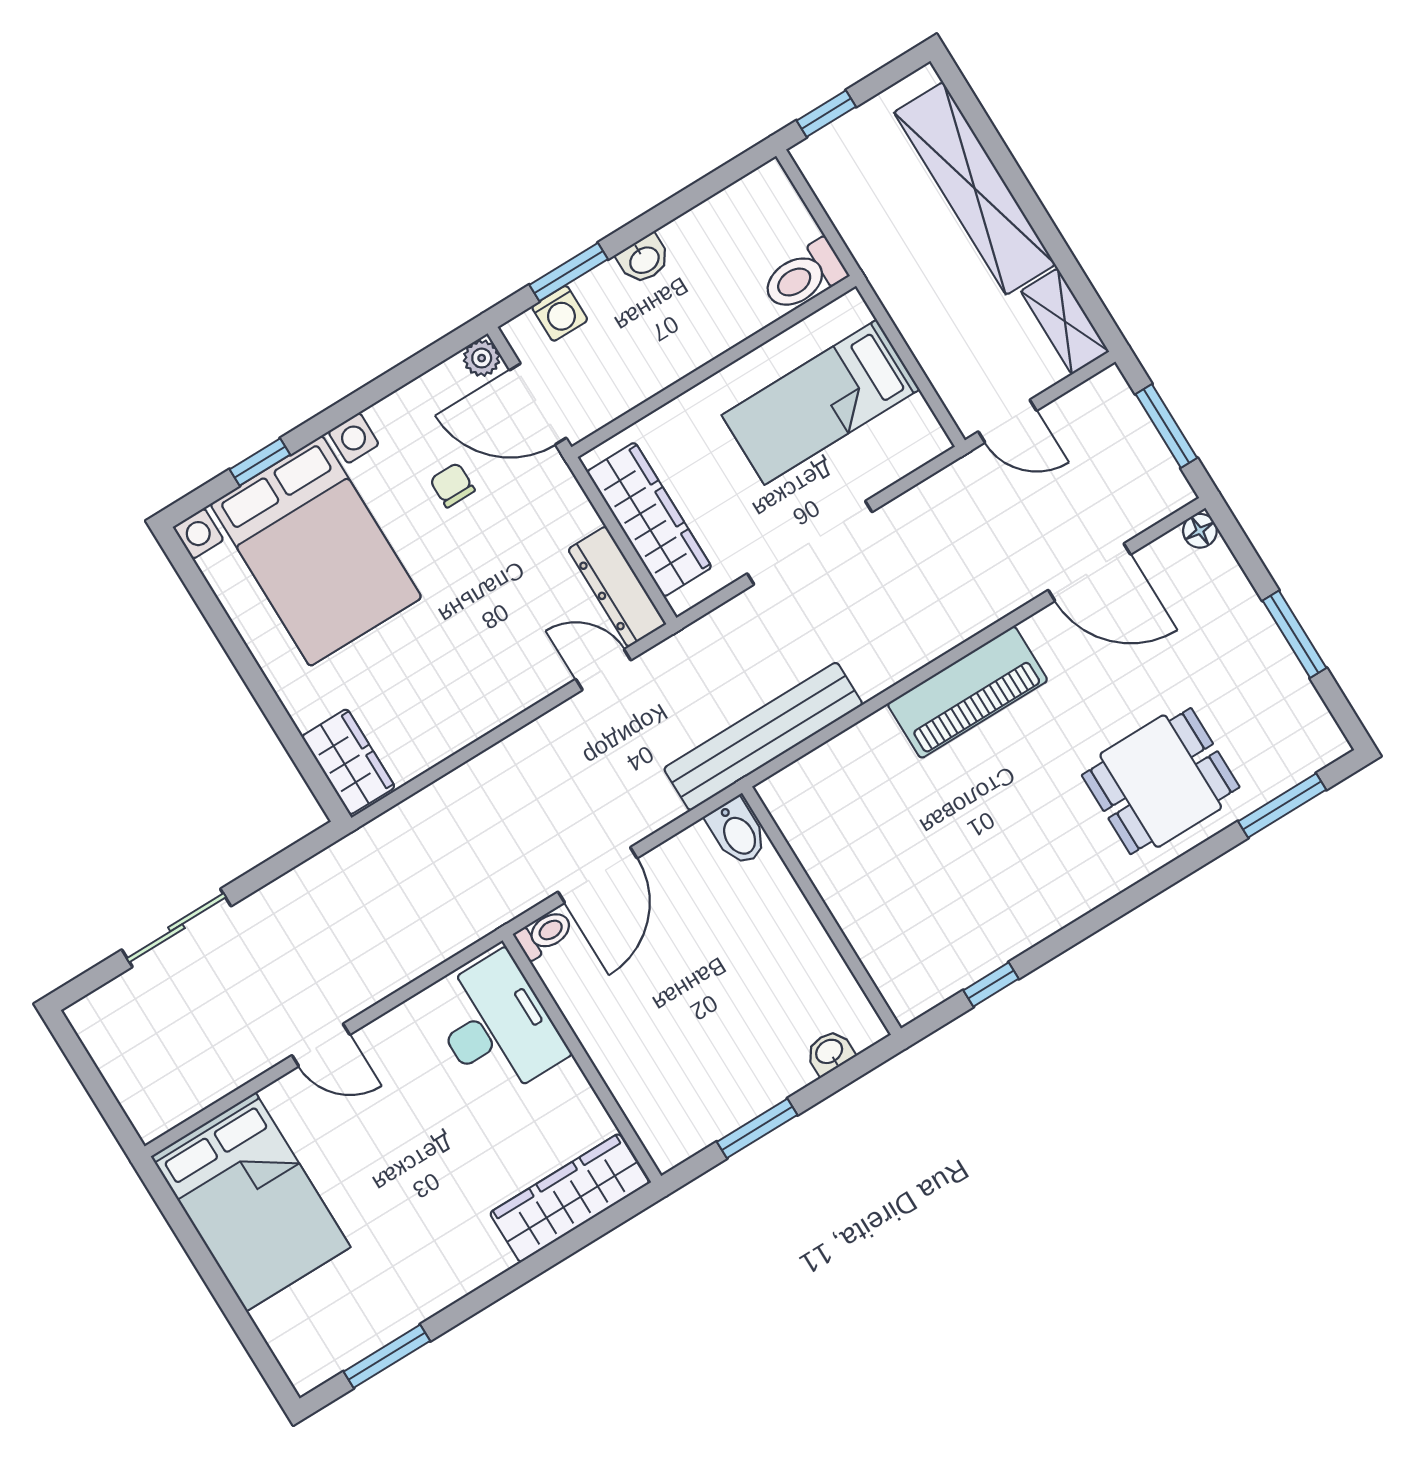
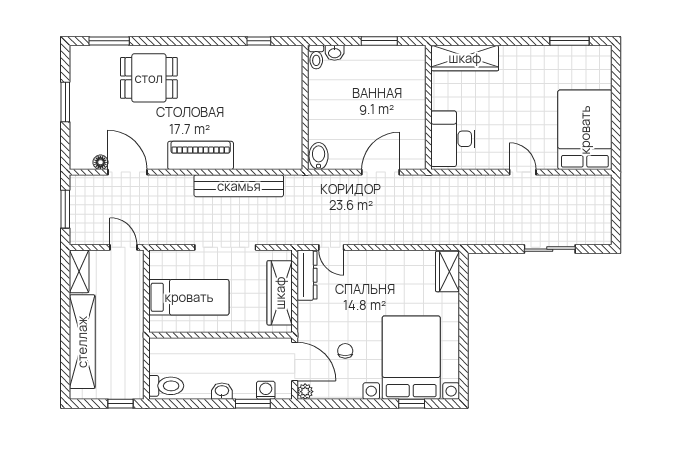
toilet: (804, 276) -> (166, 386), moved
chair: (452, 485) -> (345, 351), turned 180
floor lamp: (1200, 531) -> (100, 162), moved
bench: (763, 736) -> (239, 186), moved
toilet: (544, 934) -> (316, 57), moved, turned -90

